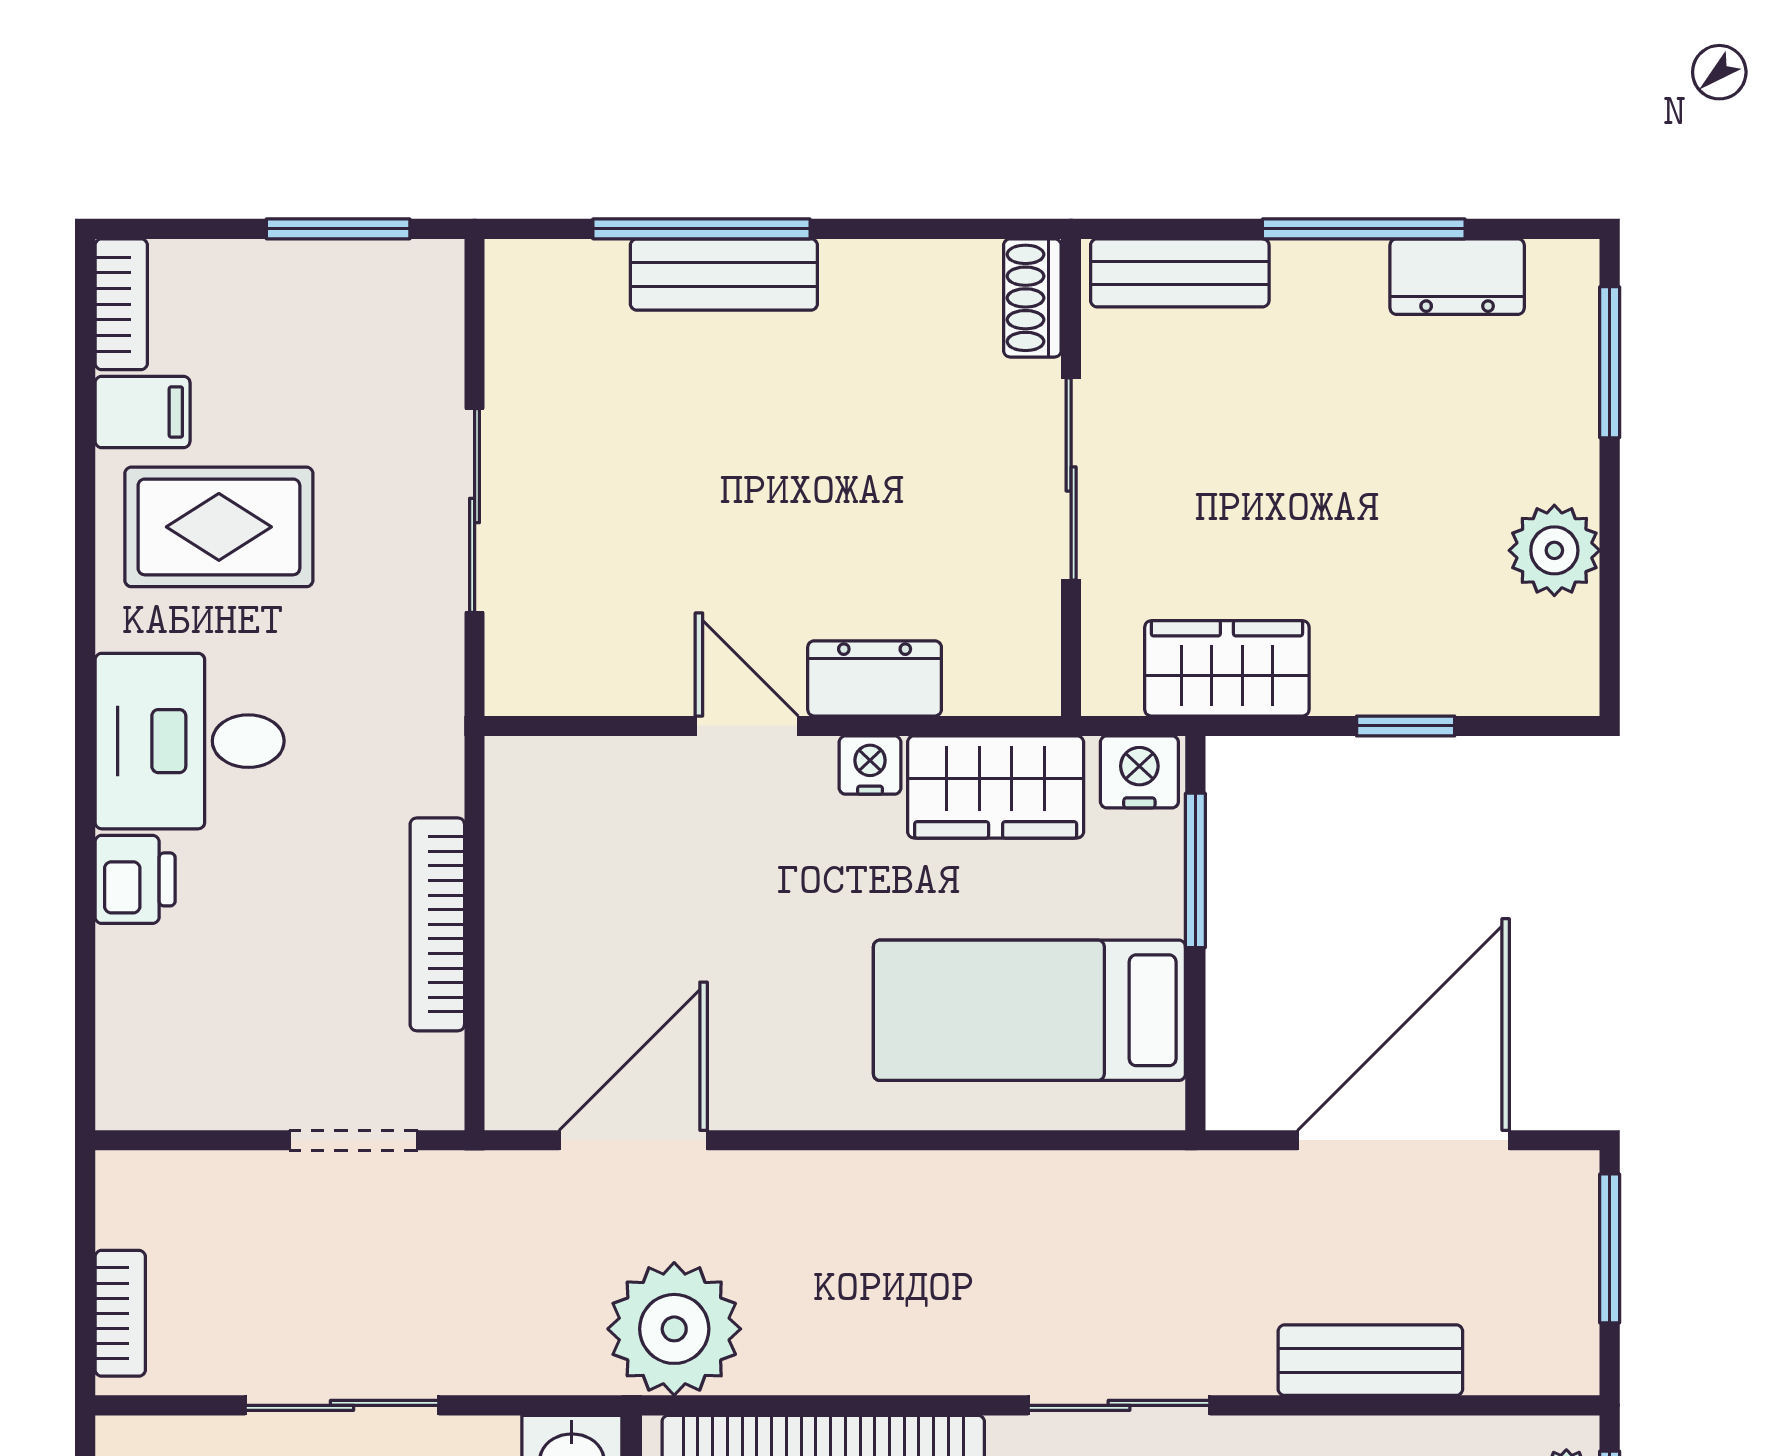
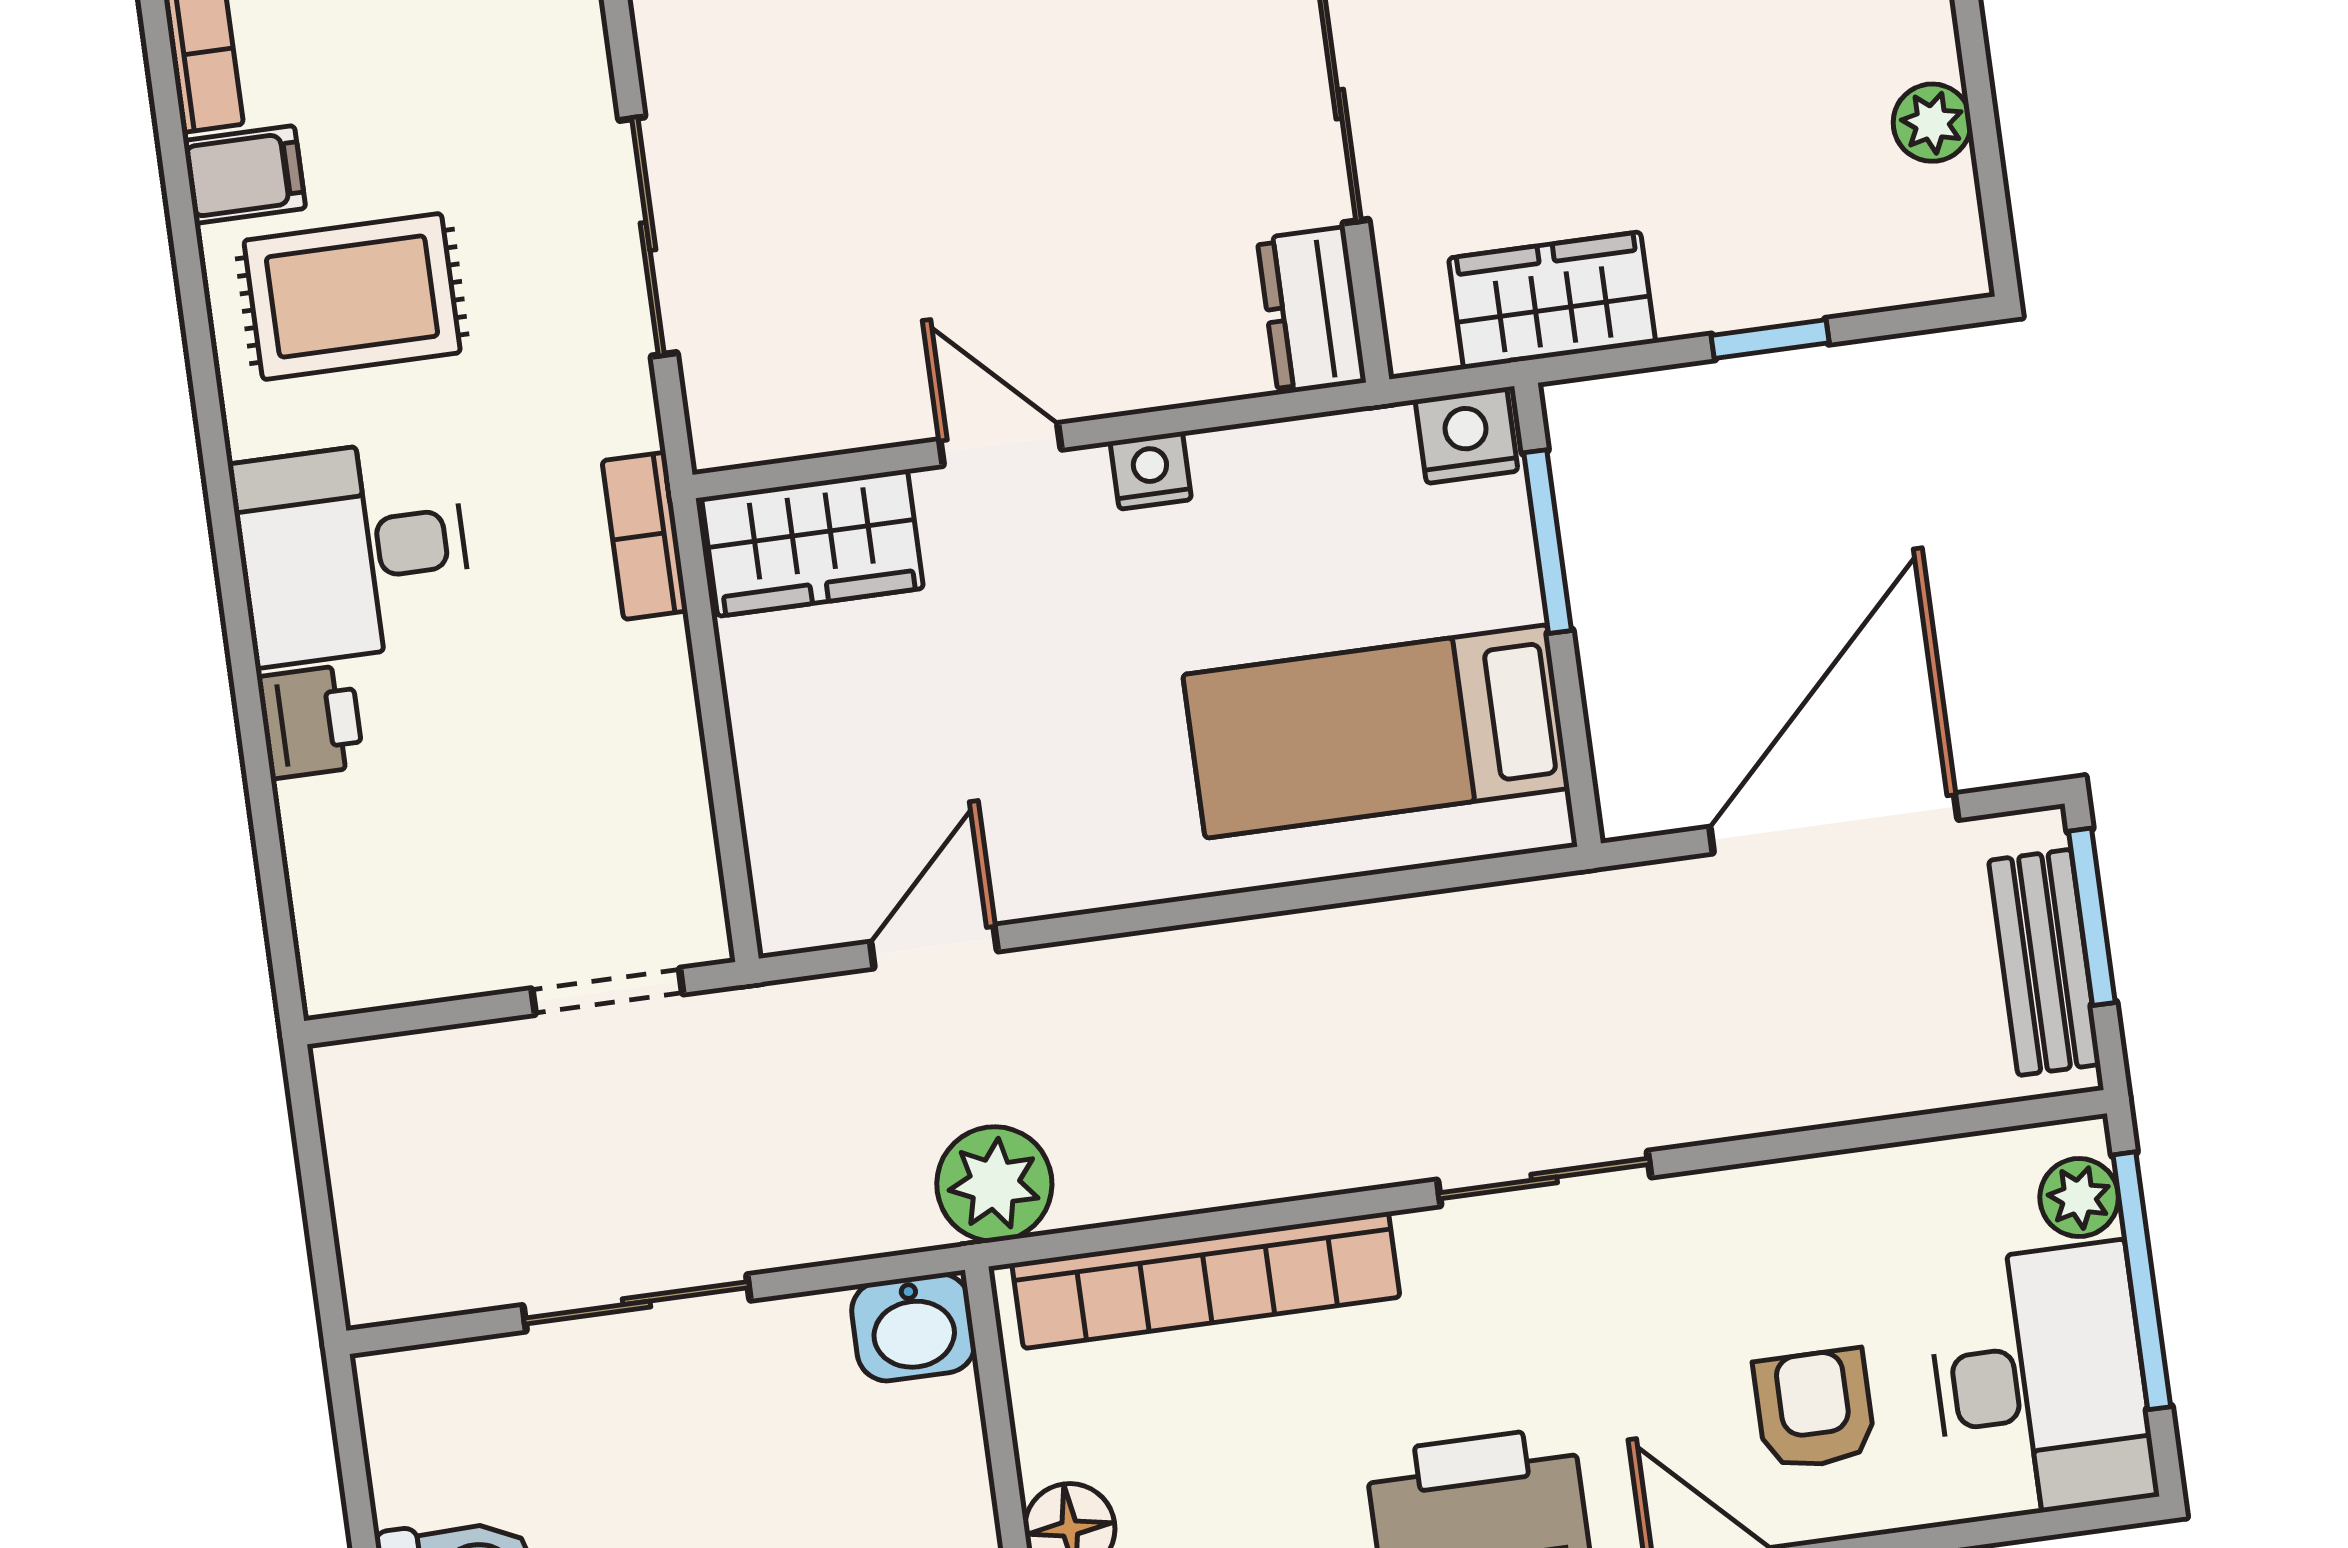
plant: (1554, 550) -> (1932, 123), width x0.73, depth x0.73
dresser: (875, 678) -> (1311, 311), moved, turned -90
wardrobe: (996, 787) -> (812, 543), moved
bookcase: (437, 924) -> (645, 536), moved, width x0.64
door: (633, 1140) -> (934, 947), width x0.73
bookcase: (120, 1313) -> (363, 1231), removed
plant: (674, 1329) -> (994, 1184), width x0.73, depth x0.73
bench: (1370, 1360) -> (2044, 962), moved, turned 90

